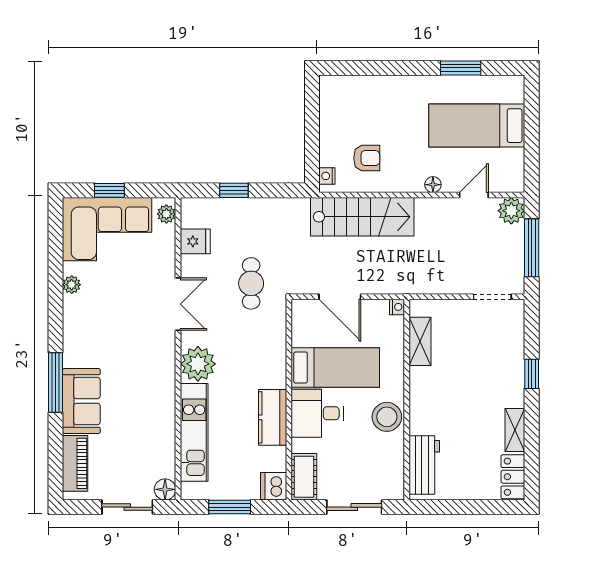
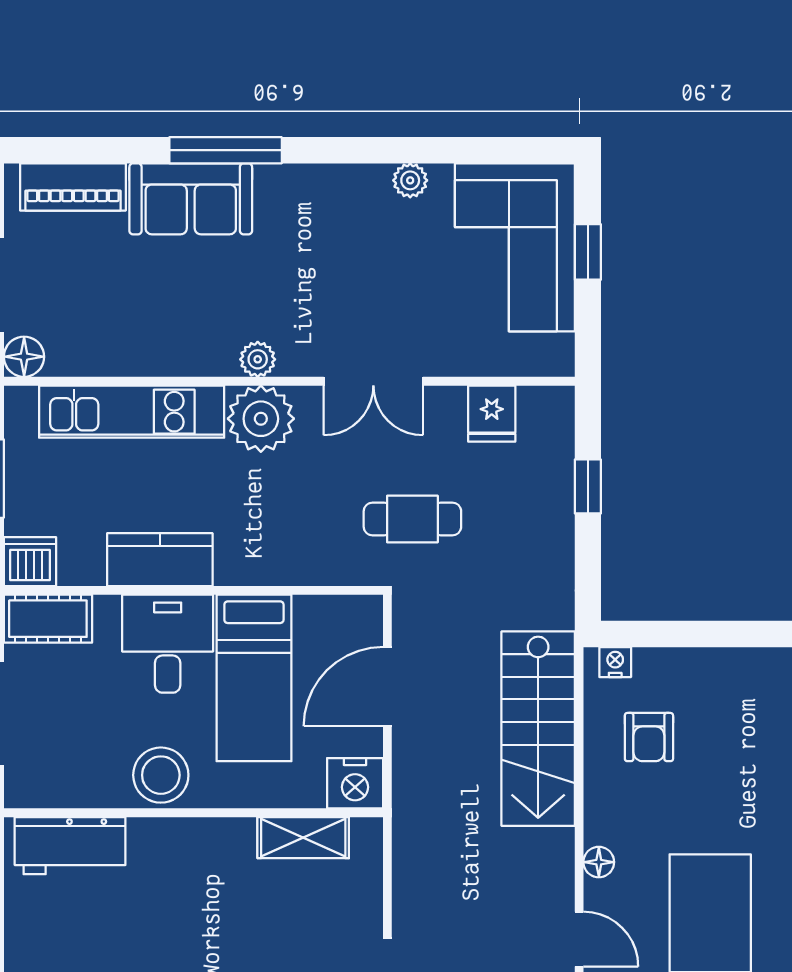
plant: (166, 214) -> (258, 359), moved
nightstand: (397, 307) -> (355, 783), width x1.89, depth x1.79

